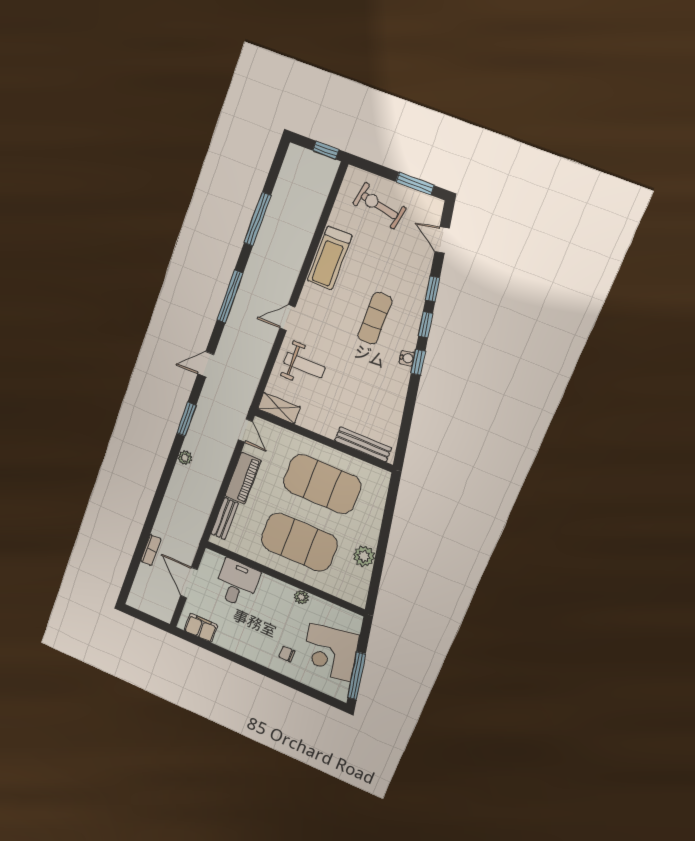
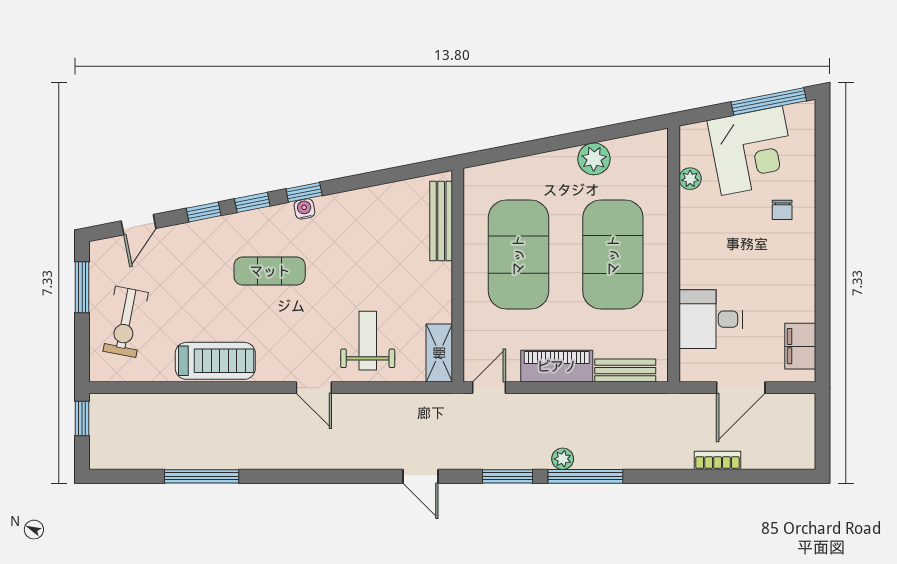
window: (230, 297) -> (585, 476), moved
plant: (301, 597) -> (690, 179), moved

